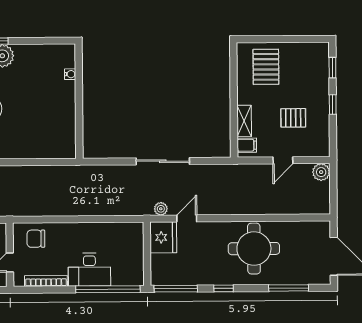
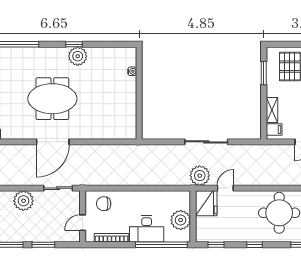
window: (234, 75) -> (264, 73), added
plant: (161, 209) -> (200, 176), width x1.88, depth x1.88
plant: (132, 258) -> (181, 220), added
window: (176, 289) -> (216, 245), width x0.46

